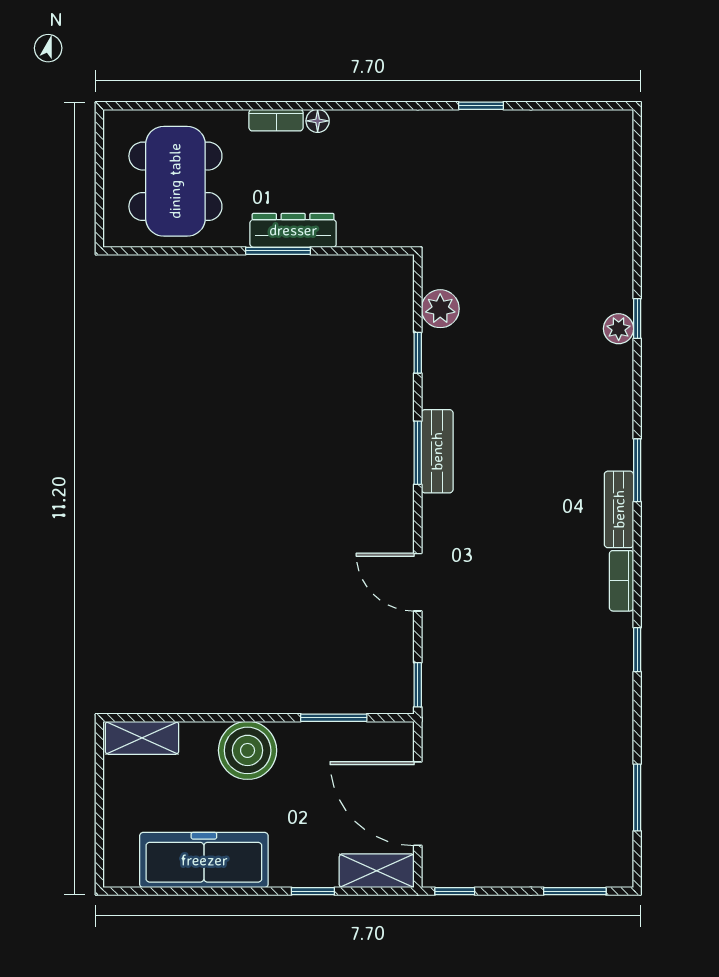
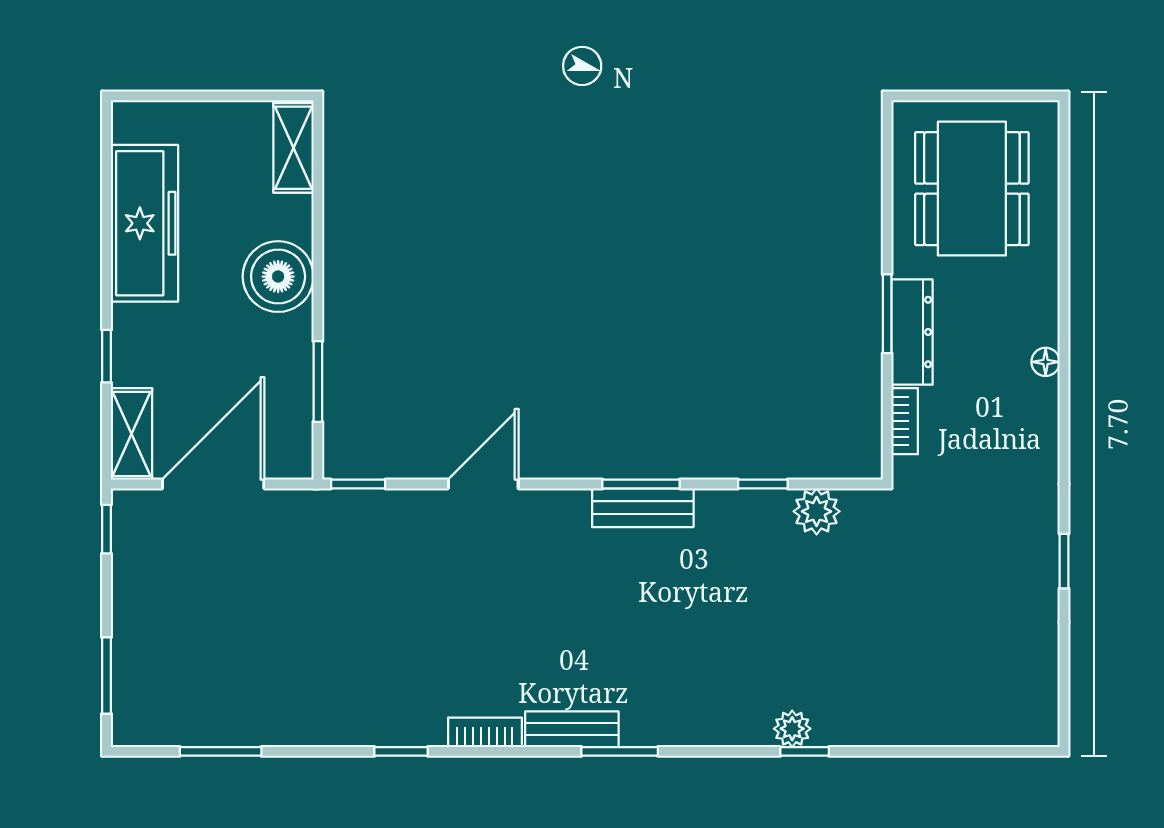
bookcase: (276, 120) -> (905, 421), moved, turned 180
dining table: (175, 181) -> (972, 189), turned 90

